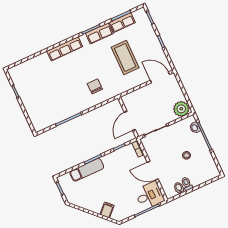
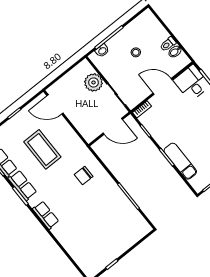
row of seats: (65, 49) -> (46, 215), width x0.68
coffee table: (125, 57) -> (42, 149), turned 90
door: (160, 77) -> (55, 104), hinge flipped
plant: (181, 109) -> (94, 82), moved
door: (153, 171) -> (163, 86), swing flipped

